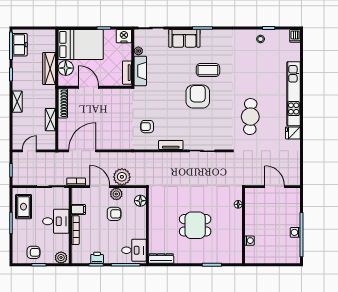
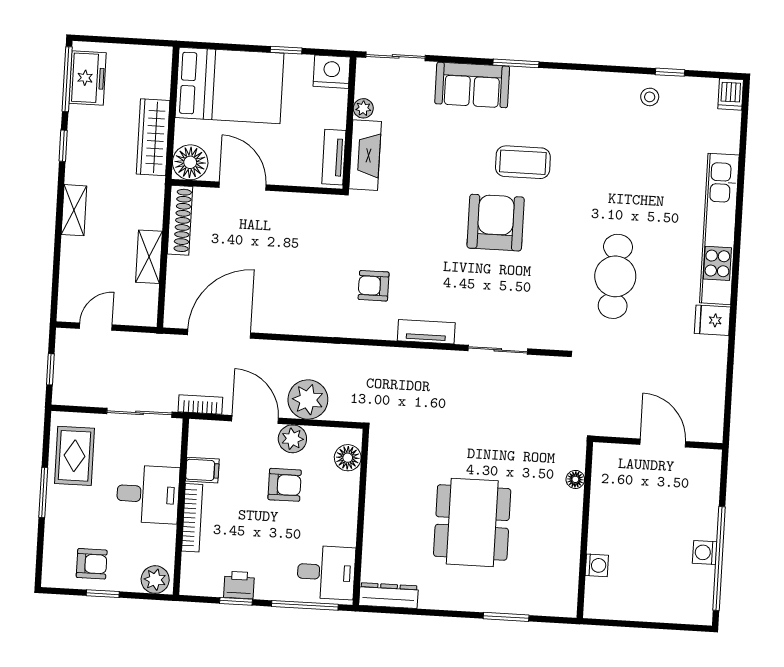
floor lamp: (66, 68) -> (190, 162), moved
dining table: (195, 225) -> (472, 522), width x1.38

